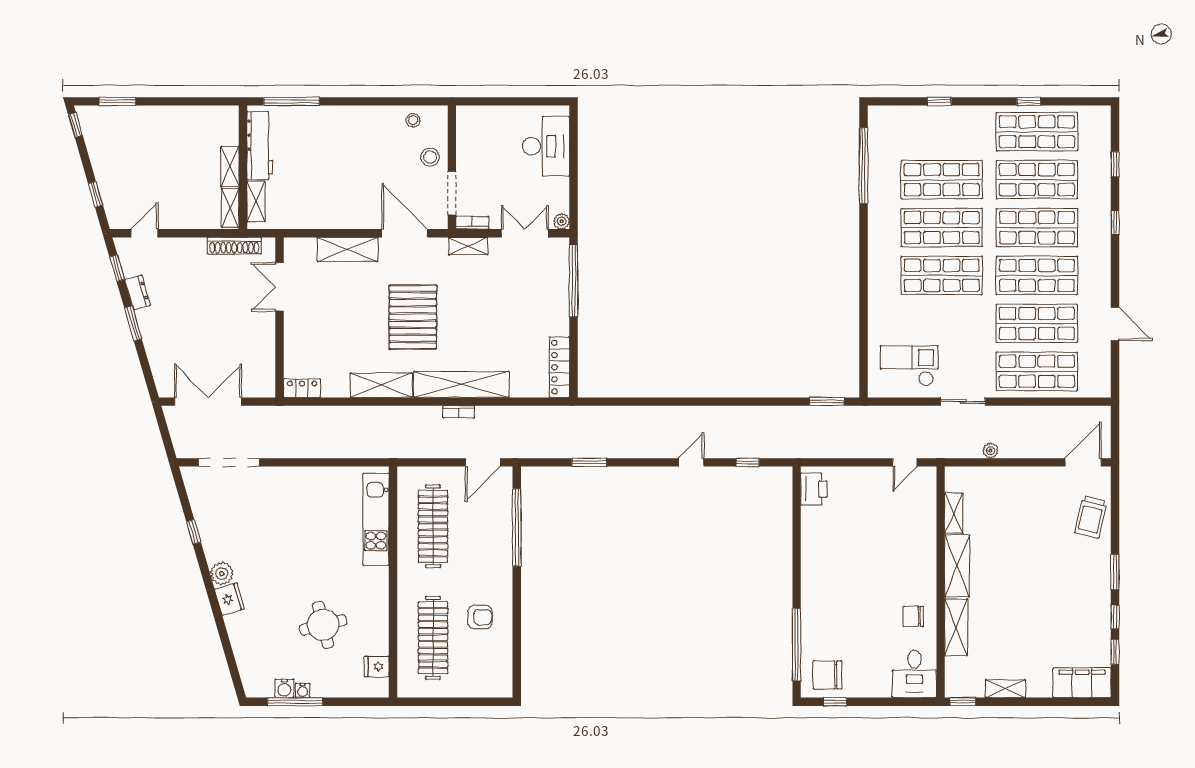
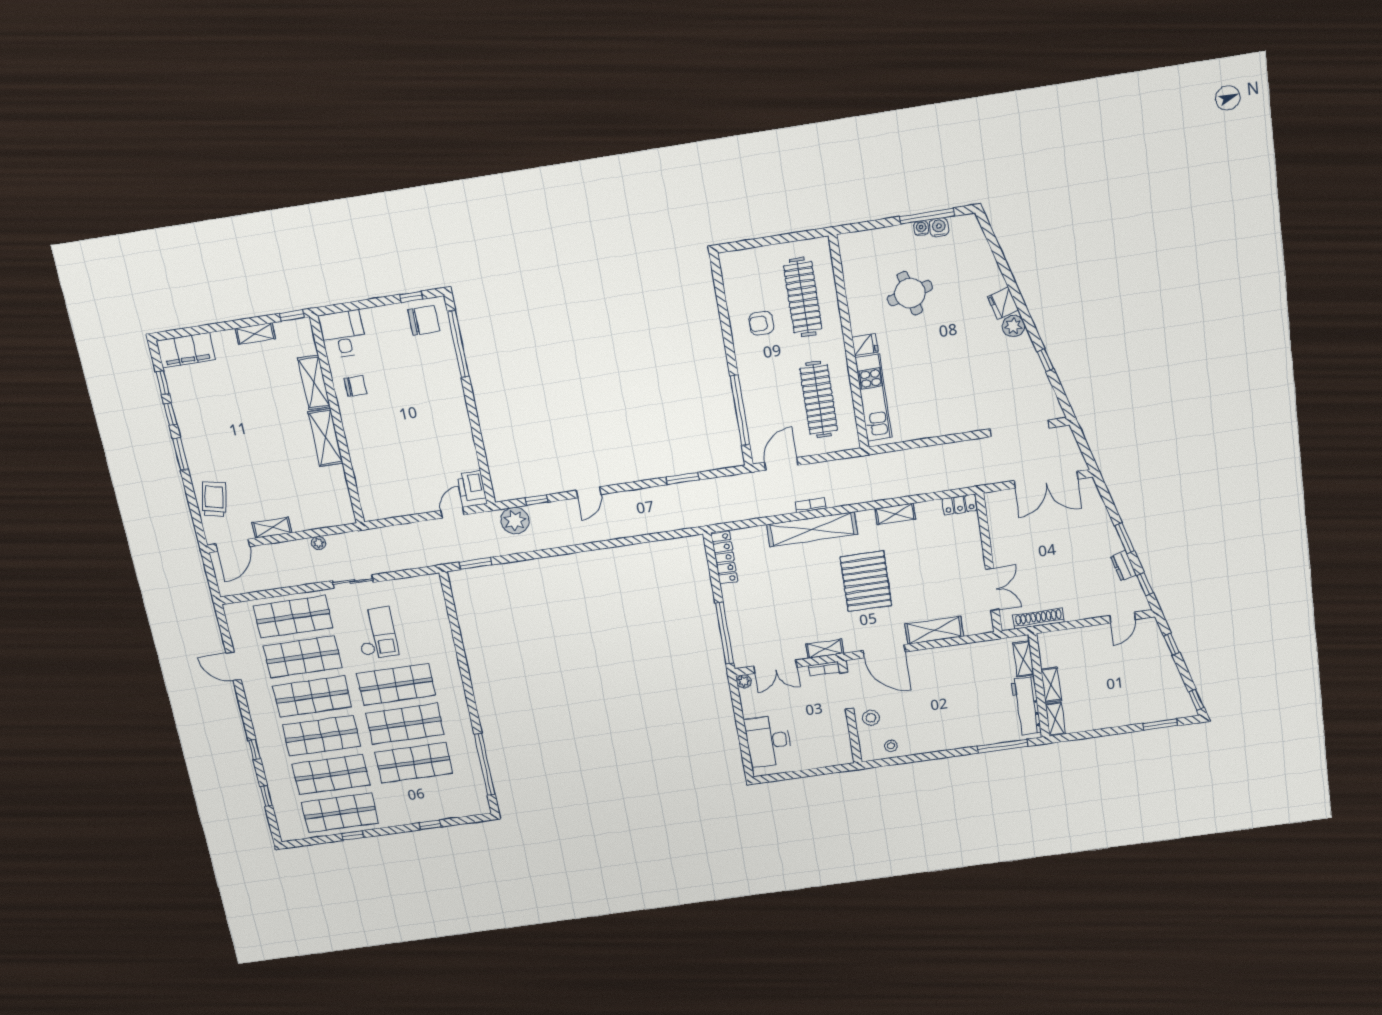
shelving: (230, 208) -> (1055, 719), moved
checkout: (909, 366) -> (376, 633), moved, turned -90
shelving: (381, 385) -> (895, 514), width x0.67, depth x0.75
plant: (775, 443) -> (515, 521), added
door: (905, 462) -> (452, 513), moved
shelving: (954, 513) -> (272, 528), moved, turned 90
fridge: (377, 667) -> (865, 345), moved

